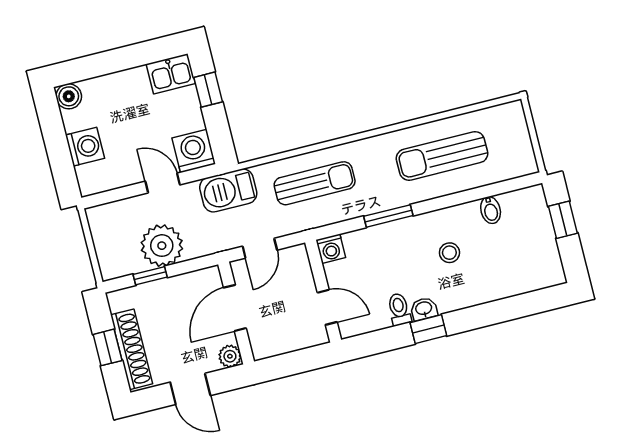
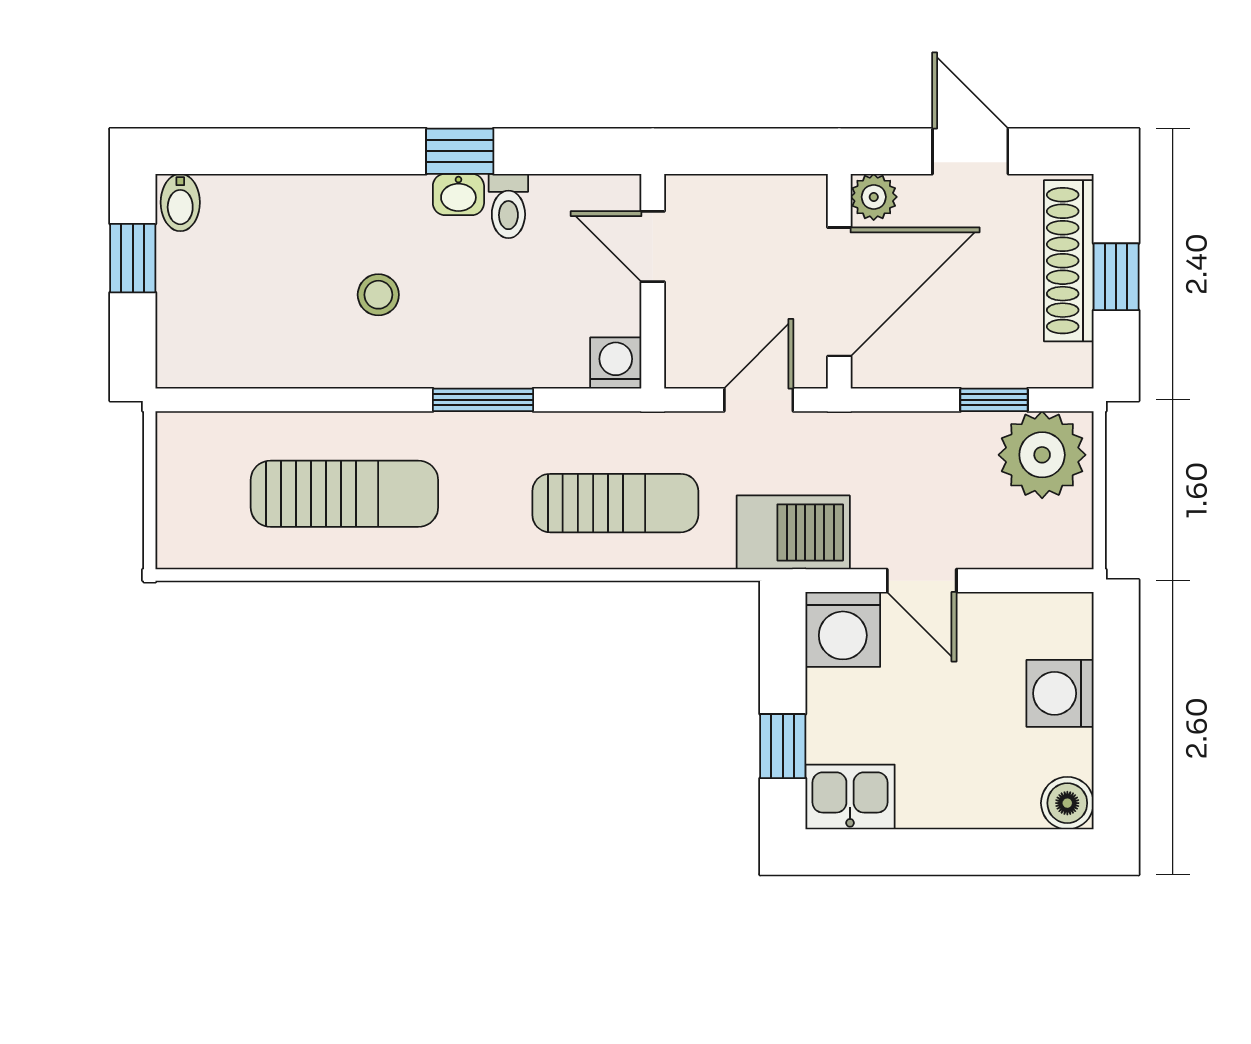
sun lounger: (315, 183) -> (615, 503), turned 180
bidet: (491, 210) -> (180, 202), moved, turned 180
window: (563, 220) -> (133, 258), moved
plant: (162, 246) -> (1042, 455), moved
door: (235, 308) -> (839, 292), width x1.36

